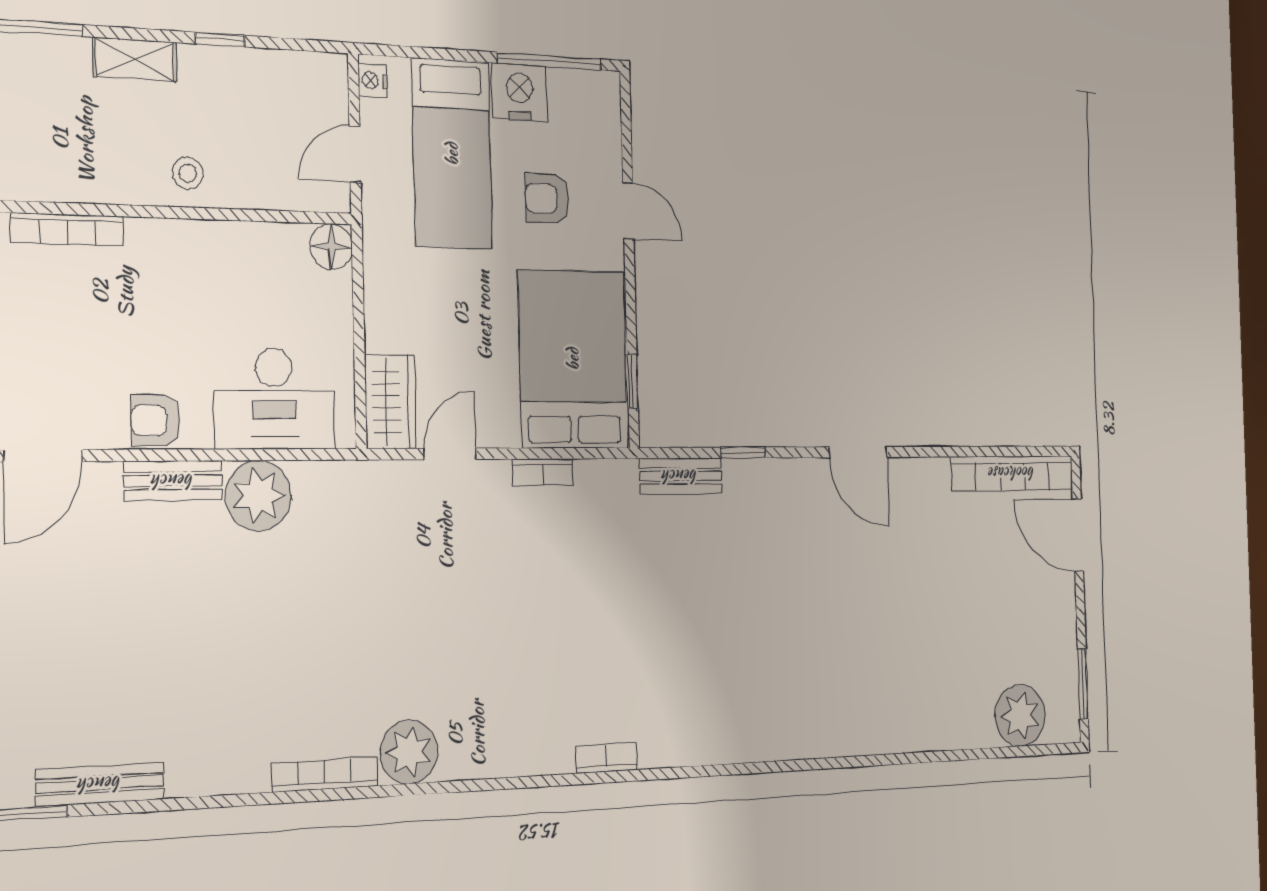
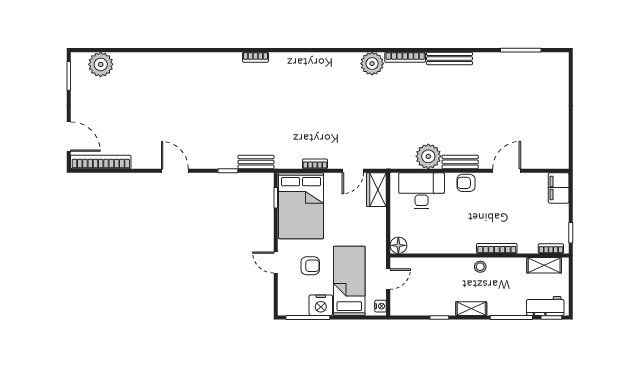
stool: (188, 173) -> (480, 267), moved
armchair: (156, 420) -> (466, 183), turned 180
bookcase: (607, 758) -> (255, 57), moved
bench: (100, 784) -> (450, 58), moved

